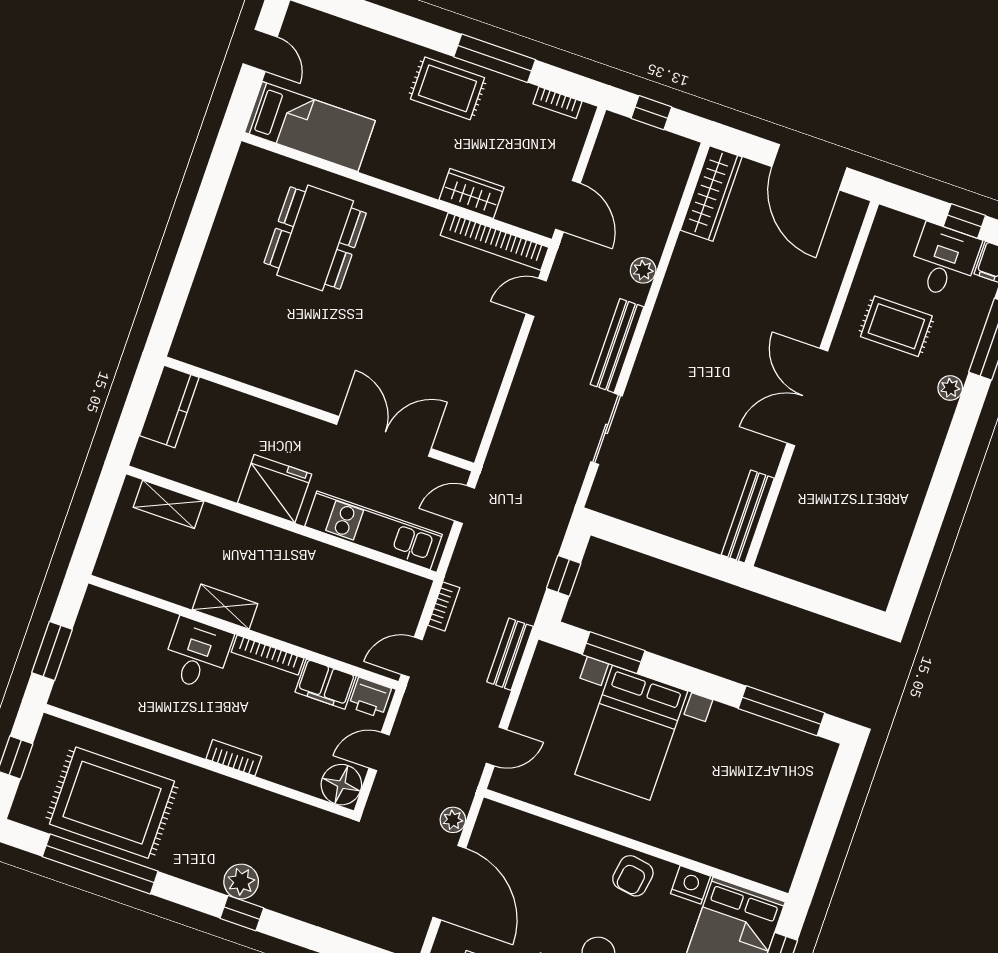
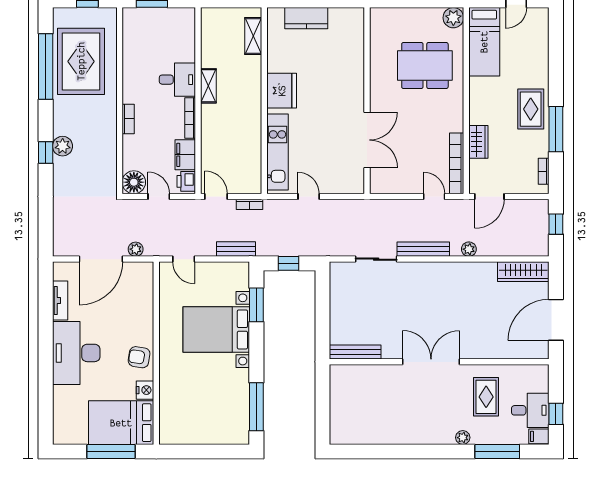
plant: (252, 164) -> (453, 18), added
wall: (319, 414) -> (367, 101), moved
double door: (384, 436) -> (367, 140), moved

